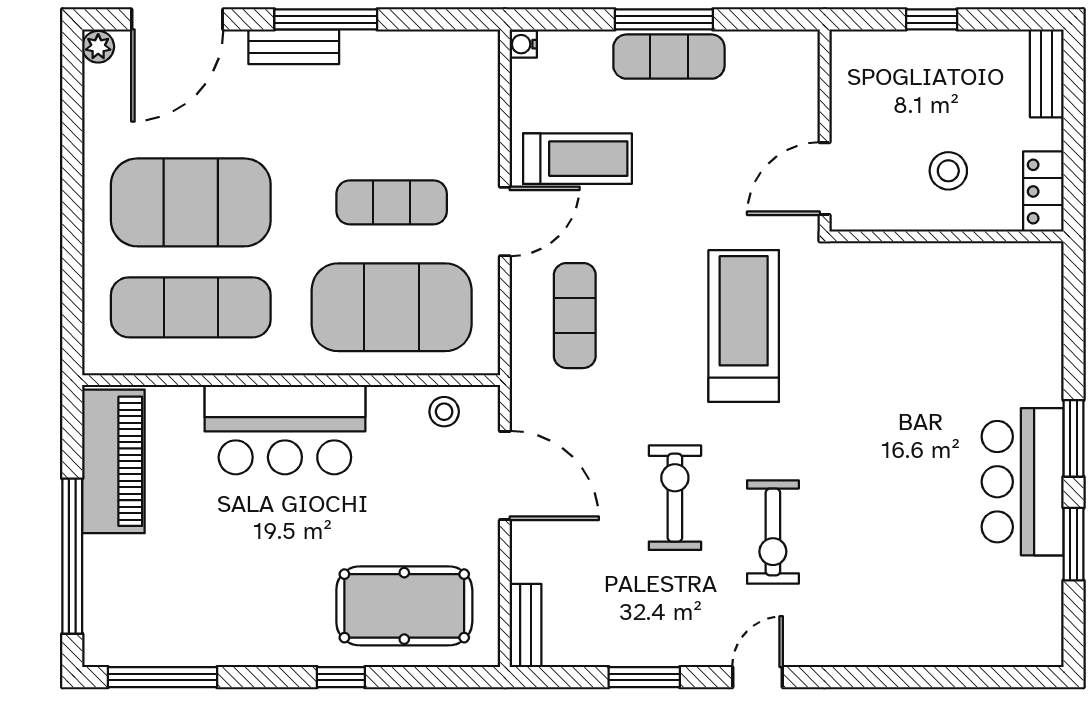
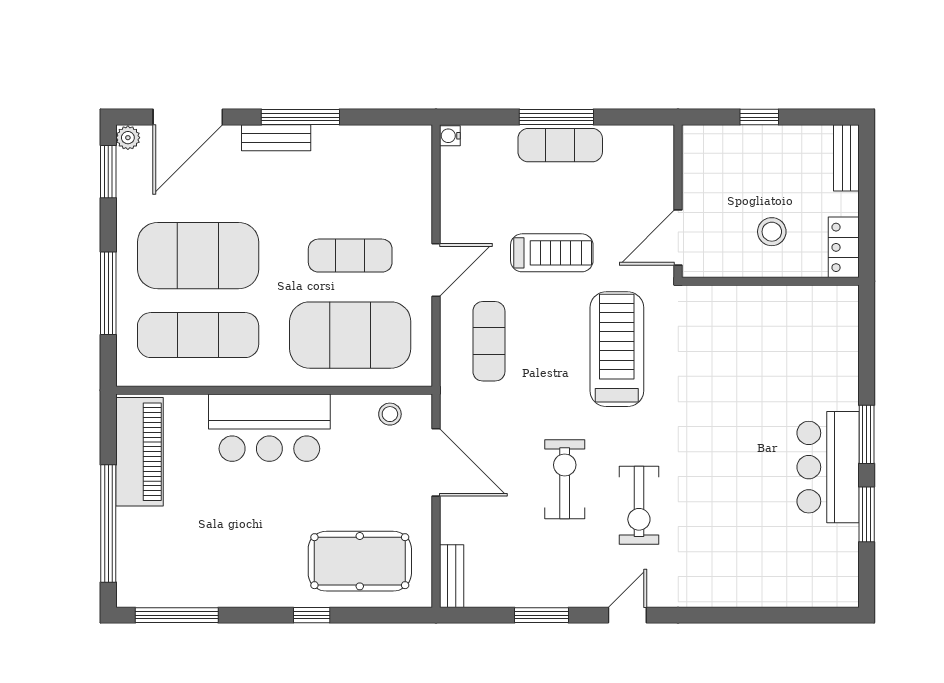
window: (72, 92) -> (108, 172), added
treadmill: (577, 159) -> (552, 253), moved
window: (72, 252) -> (108, 293), added

